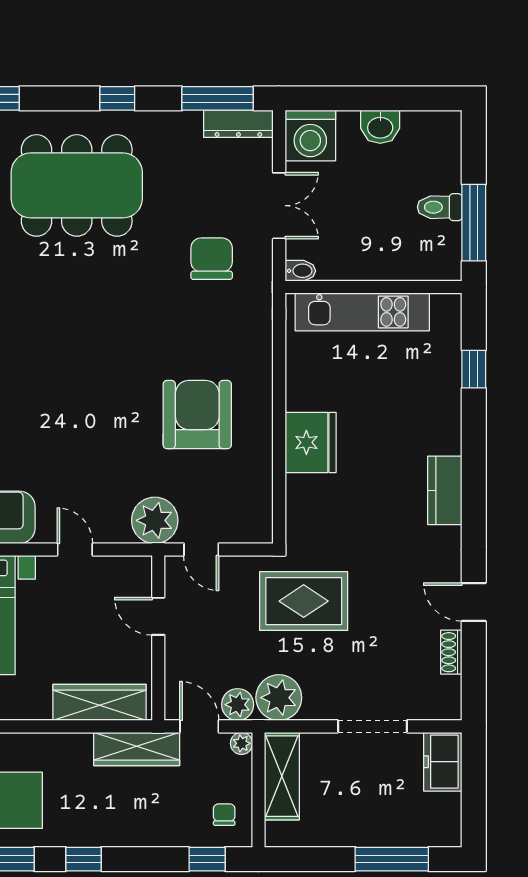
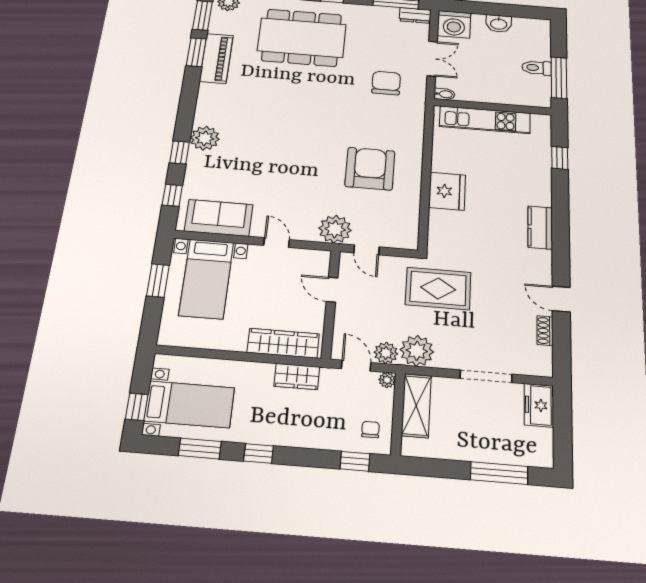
dresser: (238, 124) -> (415, 15), width x0.70
wardrobe: (137, 749) -> (297, 377), width x0.67

